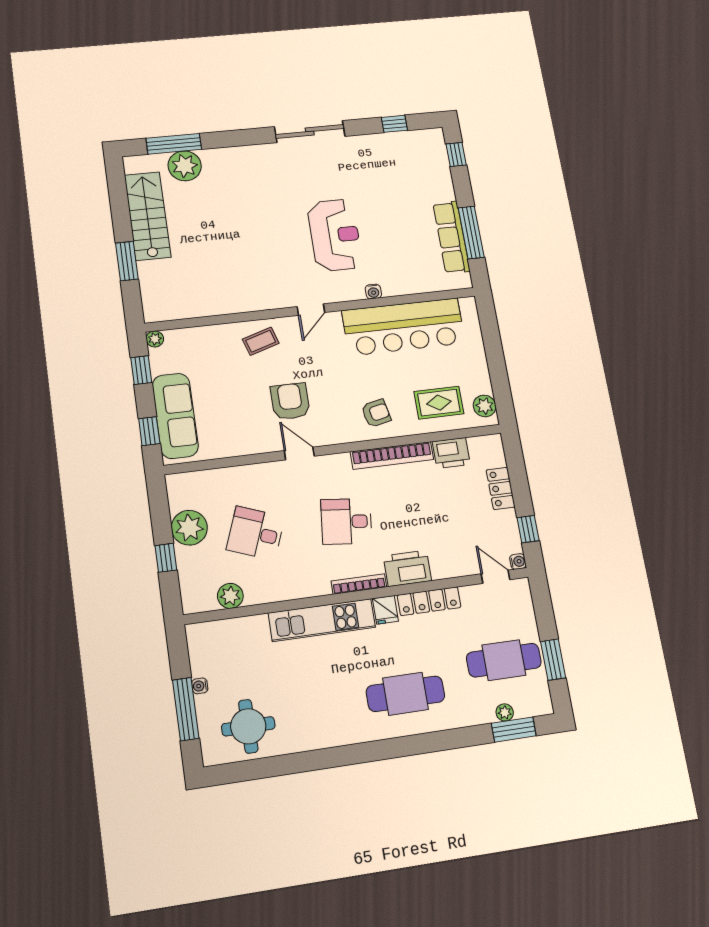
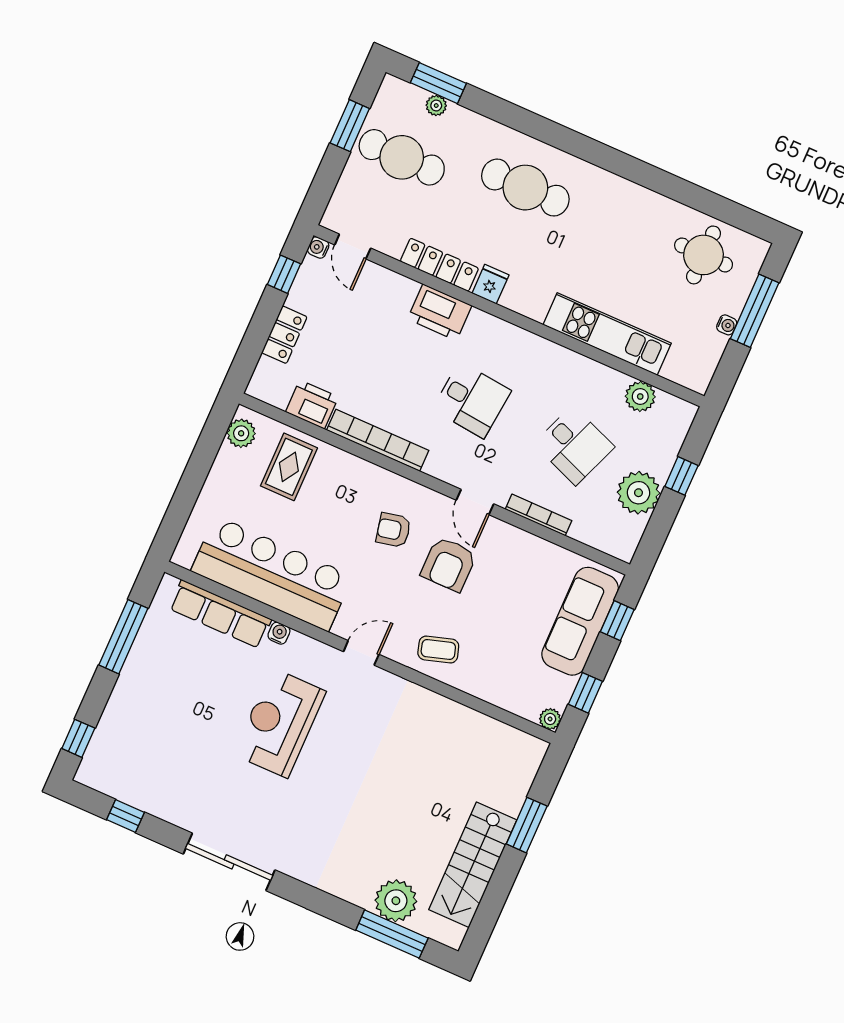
row of seats: (451, 237) -> (220, 614), moved, turned 90
rug: (439, 403) -> (289, 467), turned 90
armchair: (376, 413) -> (393, 530), moved
bookcase: (359, 584) -> (538, 515), moved, turned 180
kitchen unit: (322, 620) -> (607, 334), moved

